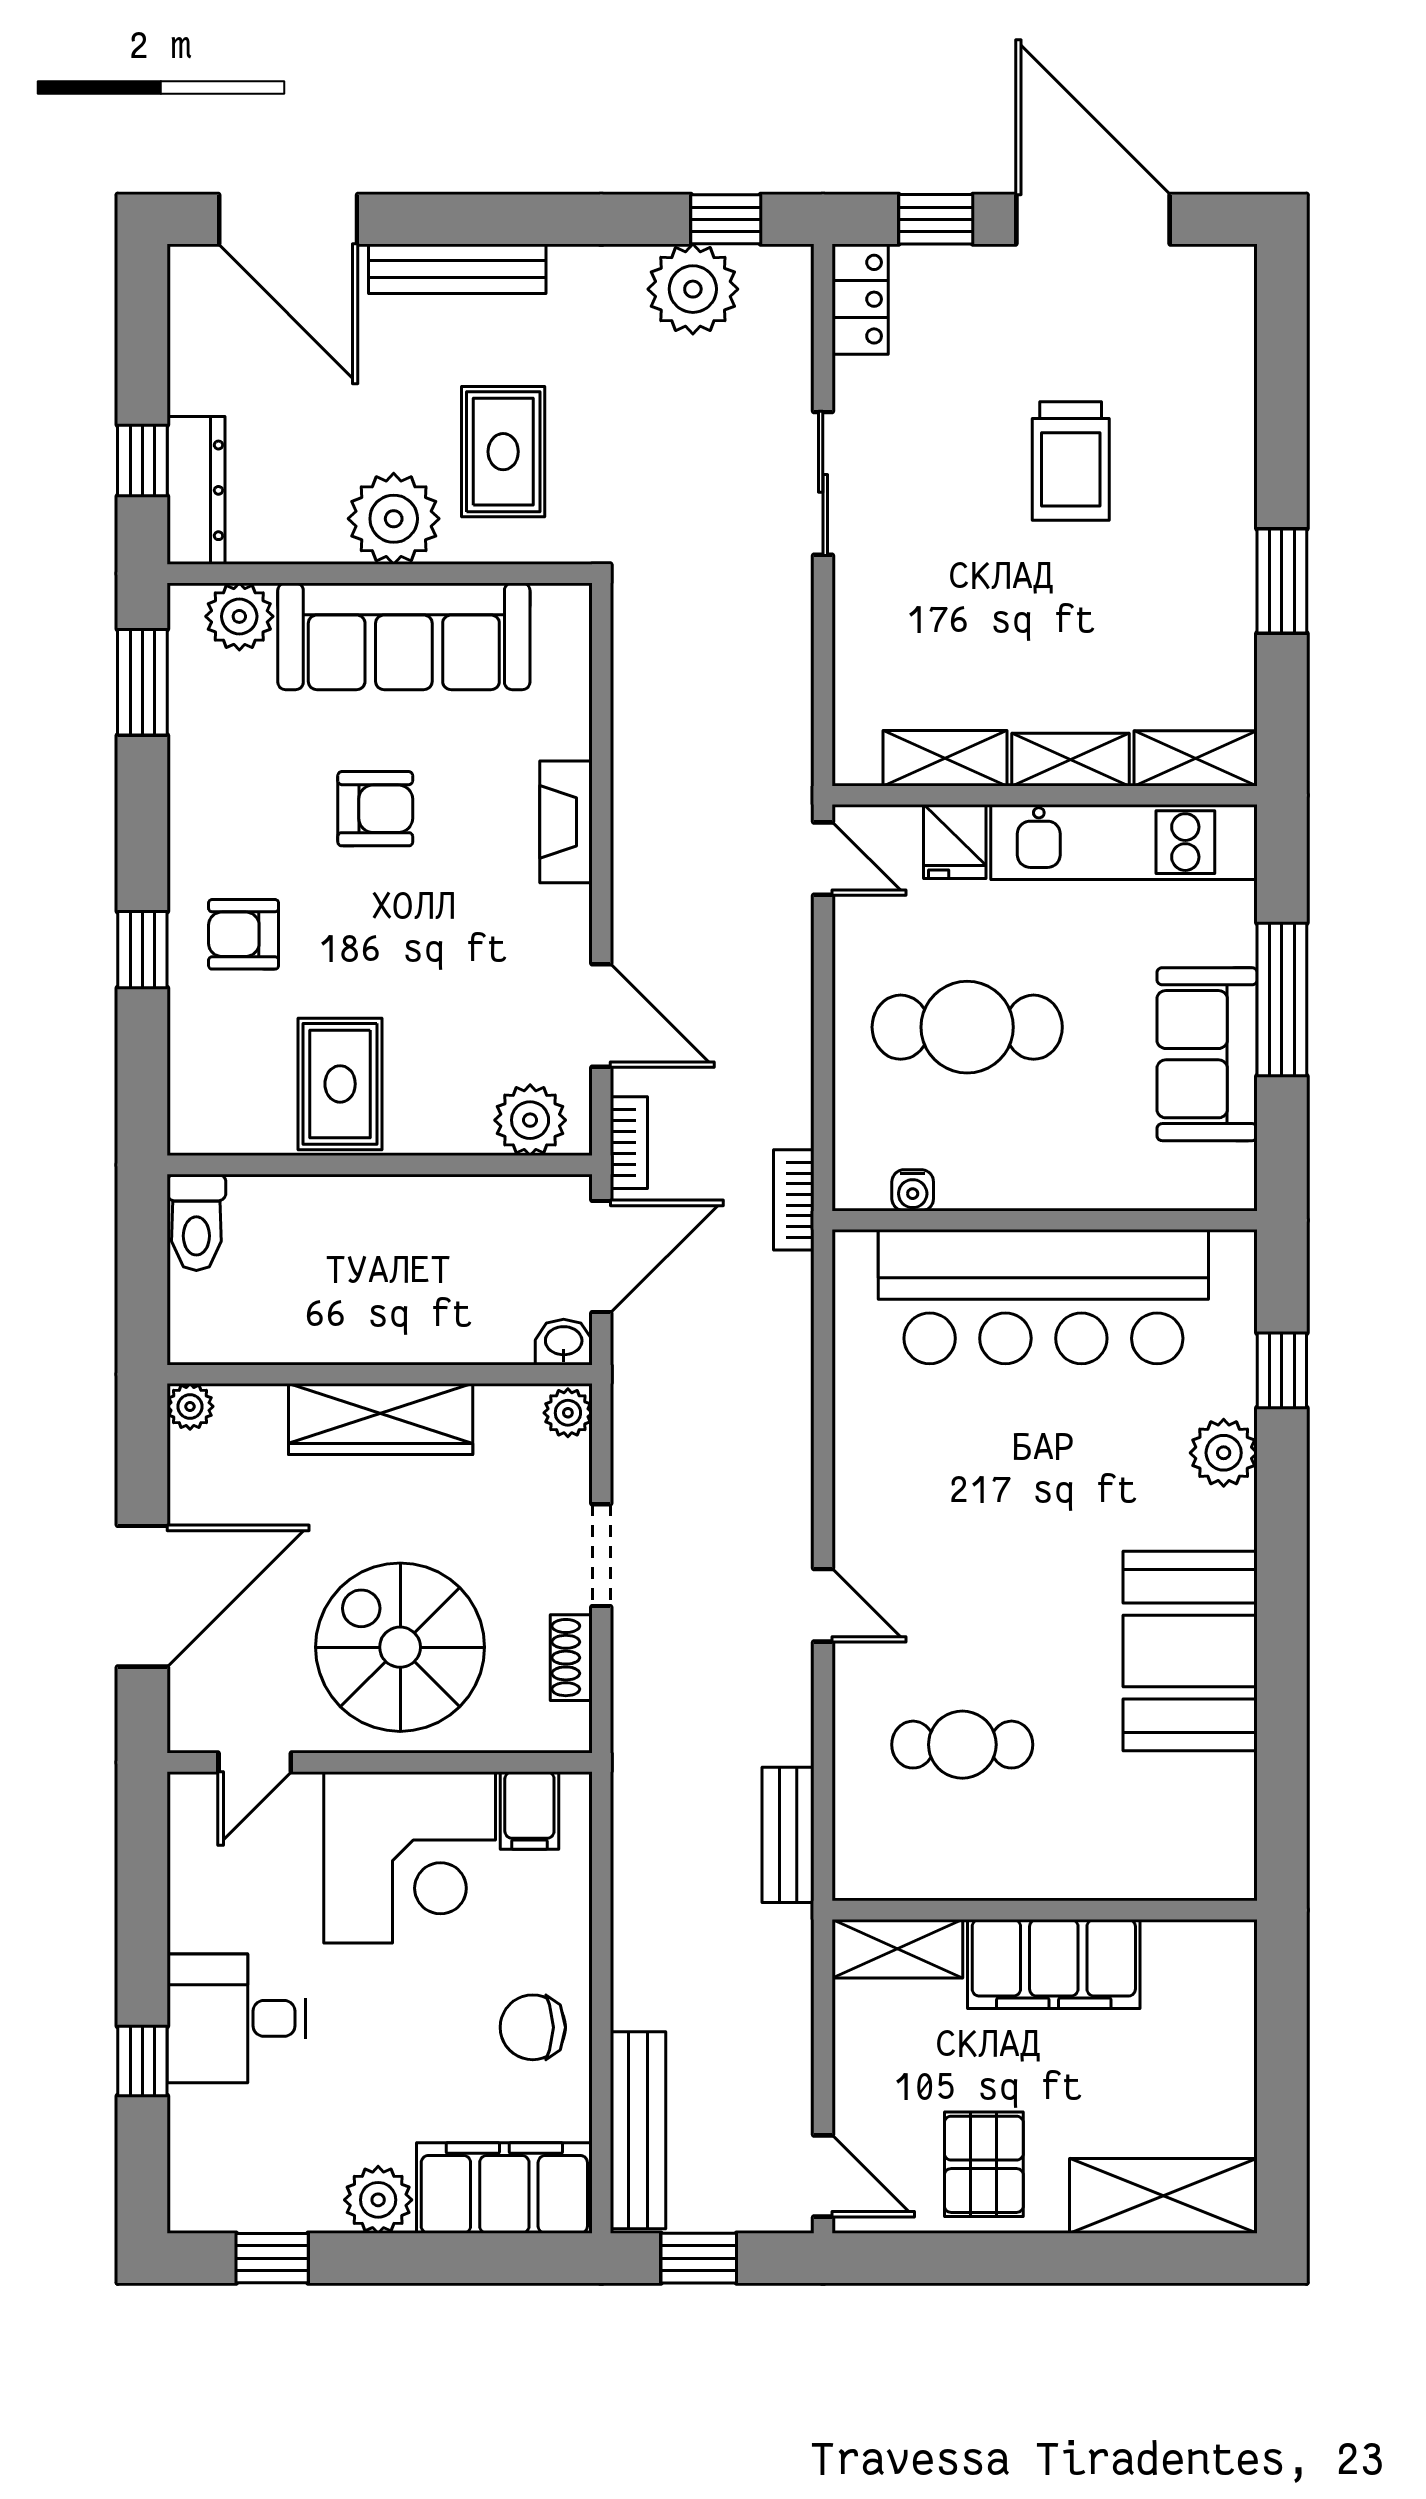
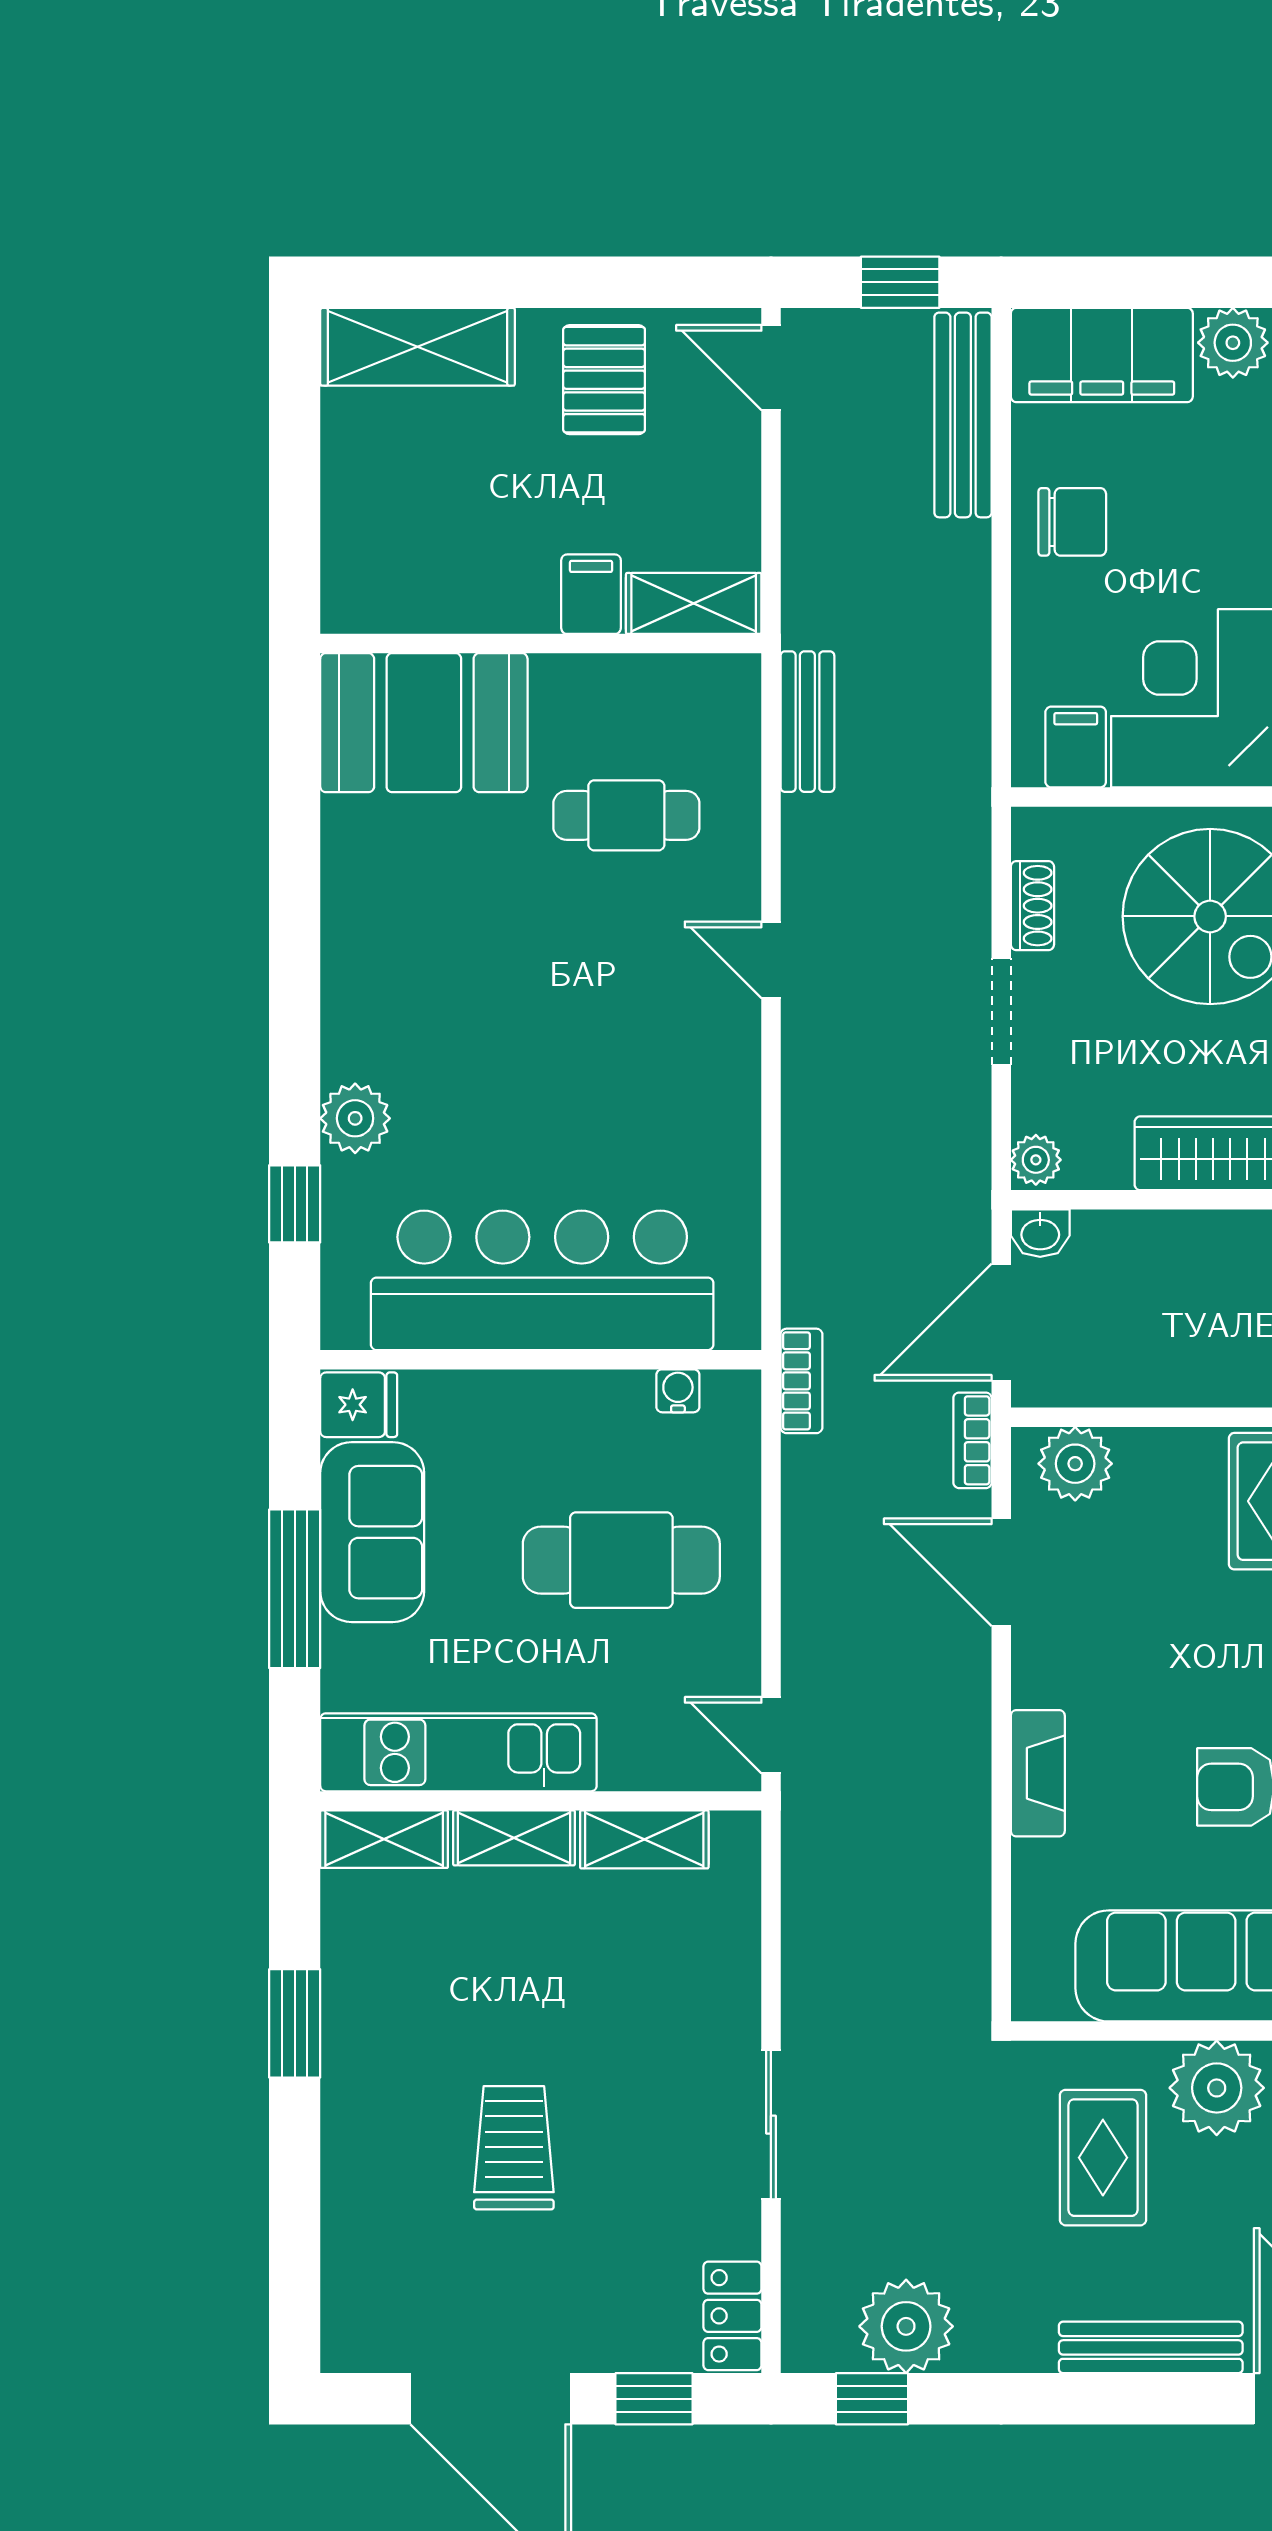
fridge: (955, 842) -> (359, 1405), moved, turned 90
booth: (1190, 1651) -> (424, 723), moved, turned 90
filing cabinet: (1054, 1964) -> (591, 594), width x0.33, depth x0.86

